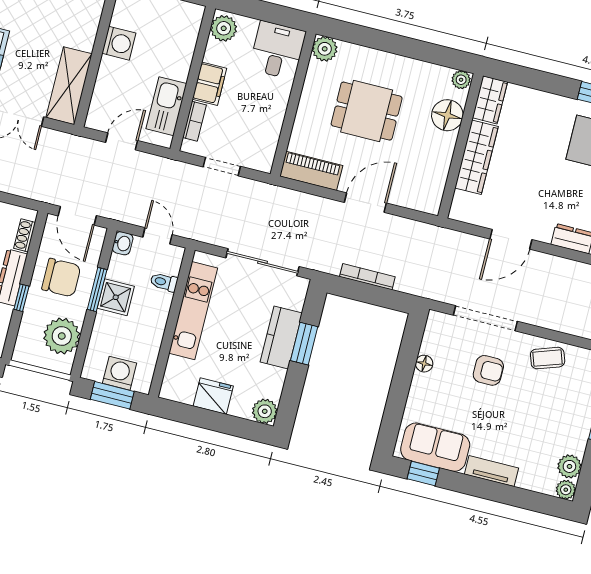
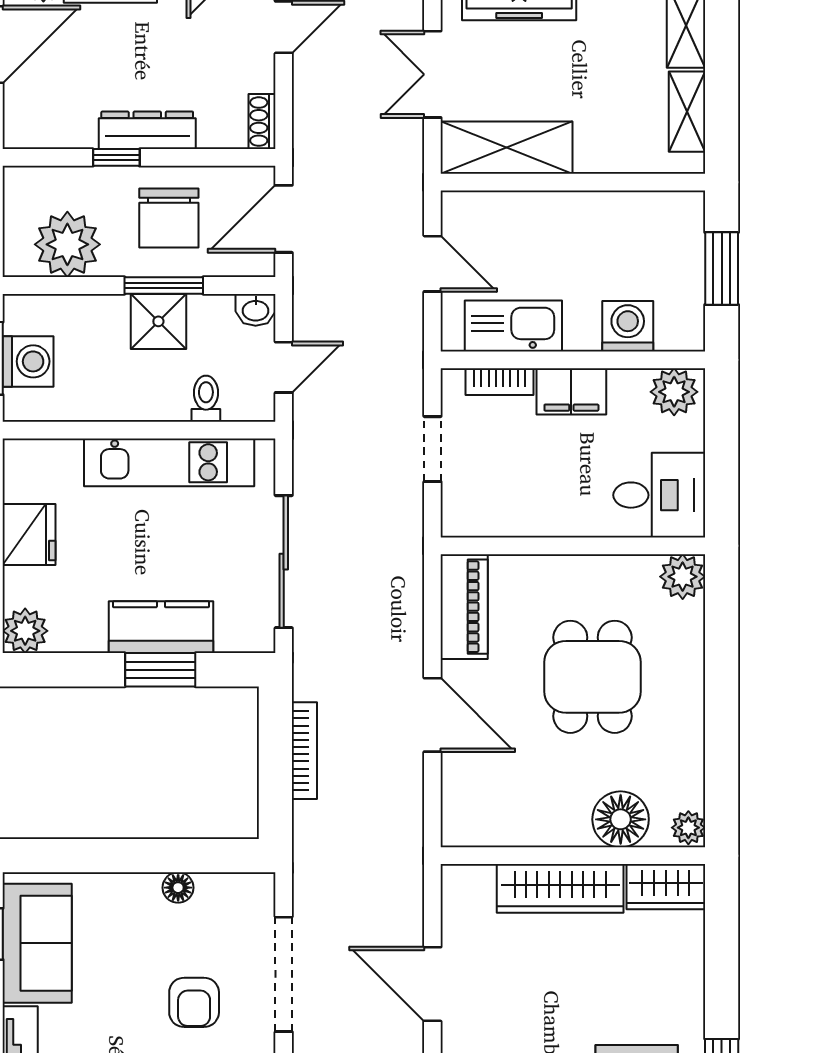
washing machine: (119, 43) -> (628, 326), moved, turned 180
shoe rack: (25, 235) -> (262, 122), moved, turned -90

